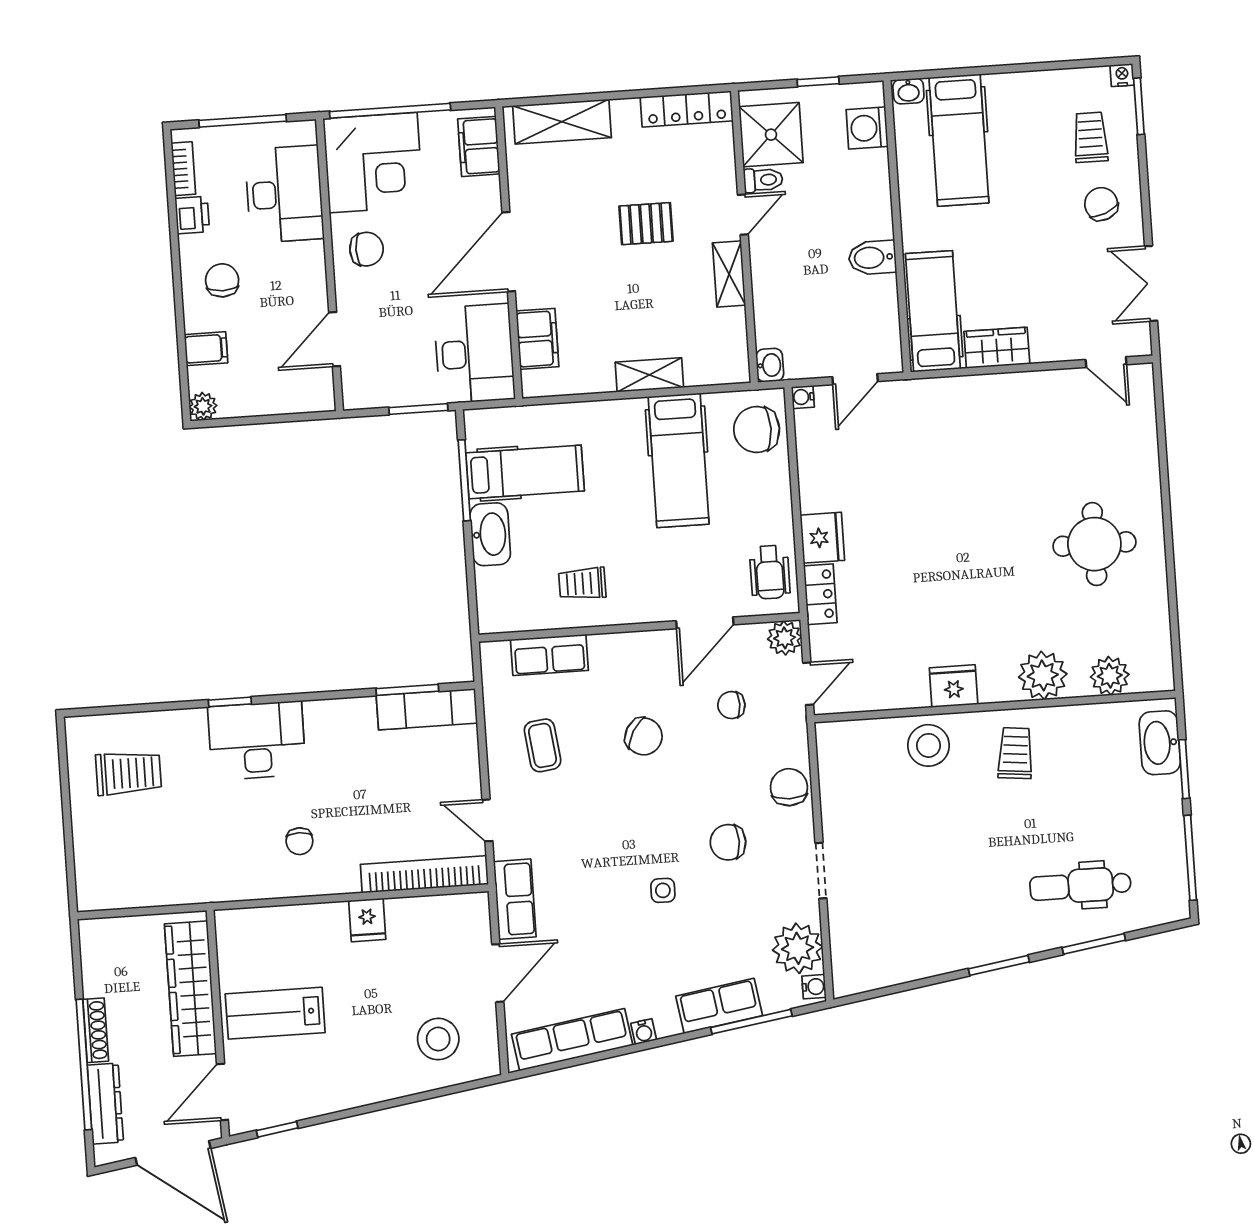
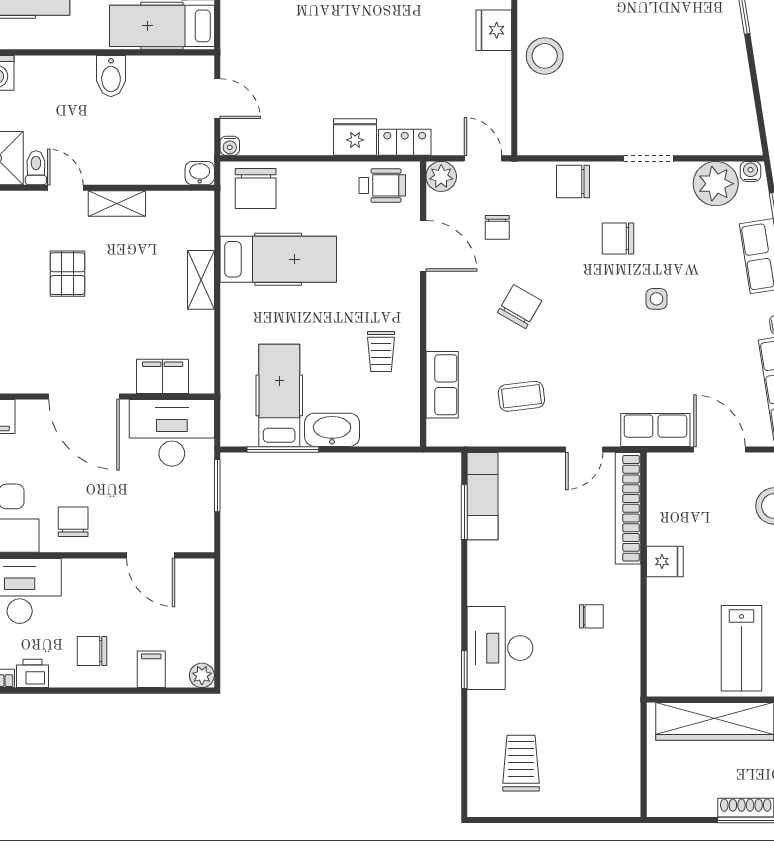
chair: (728, 842) -> (618, 239), turned 90

